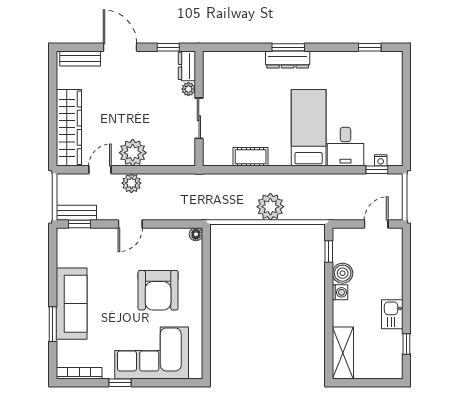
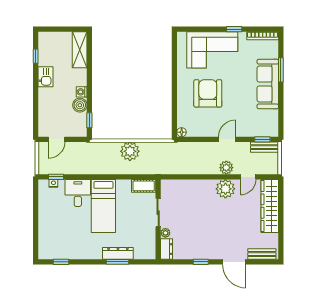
dresser: (187, 66) -> (167, 249), moved
plant: (188, 89) -> (165, 233), moved
wall: (199, 109) -> (158, 219), moved
sliding door: (199, 118) -> (158, 213), moved

